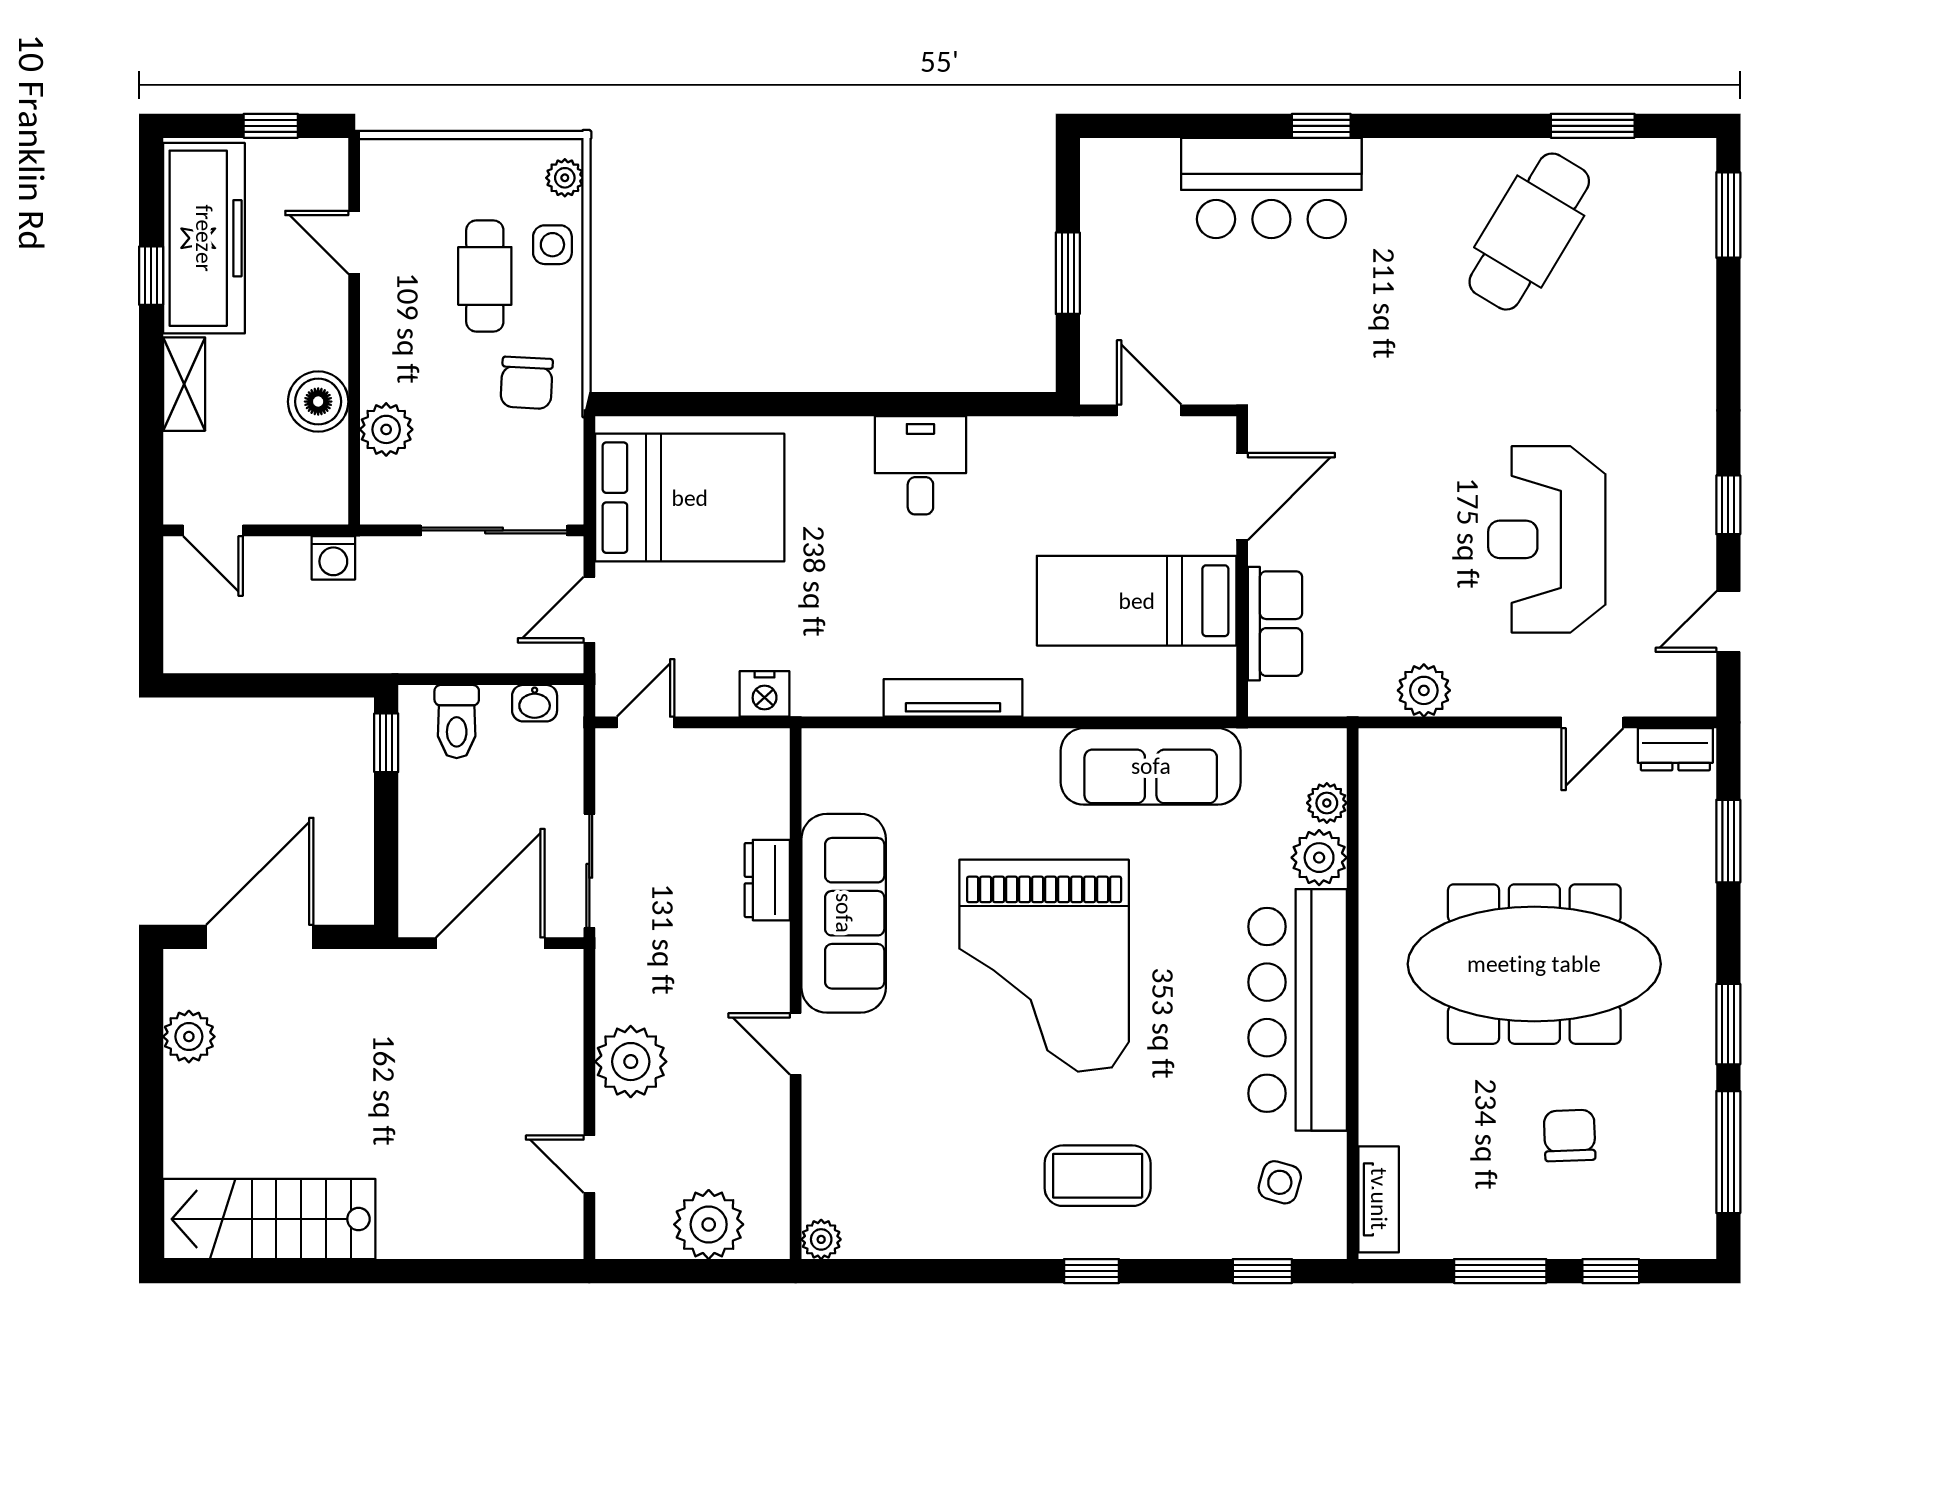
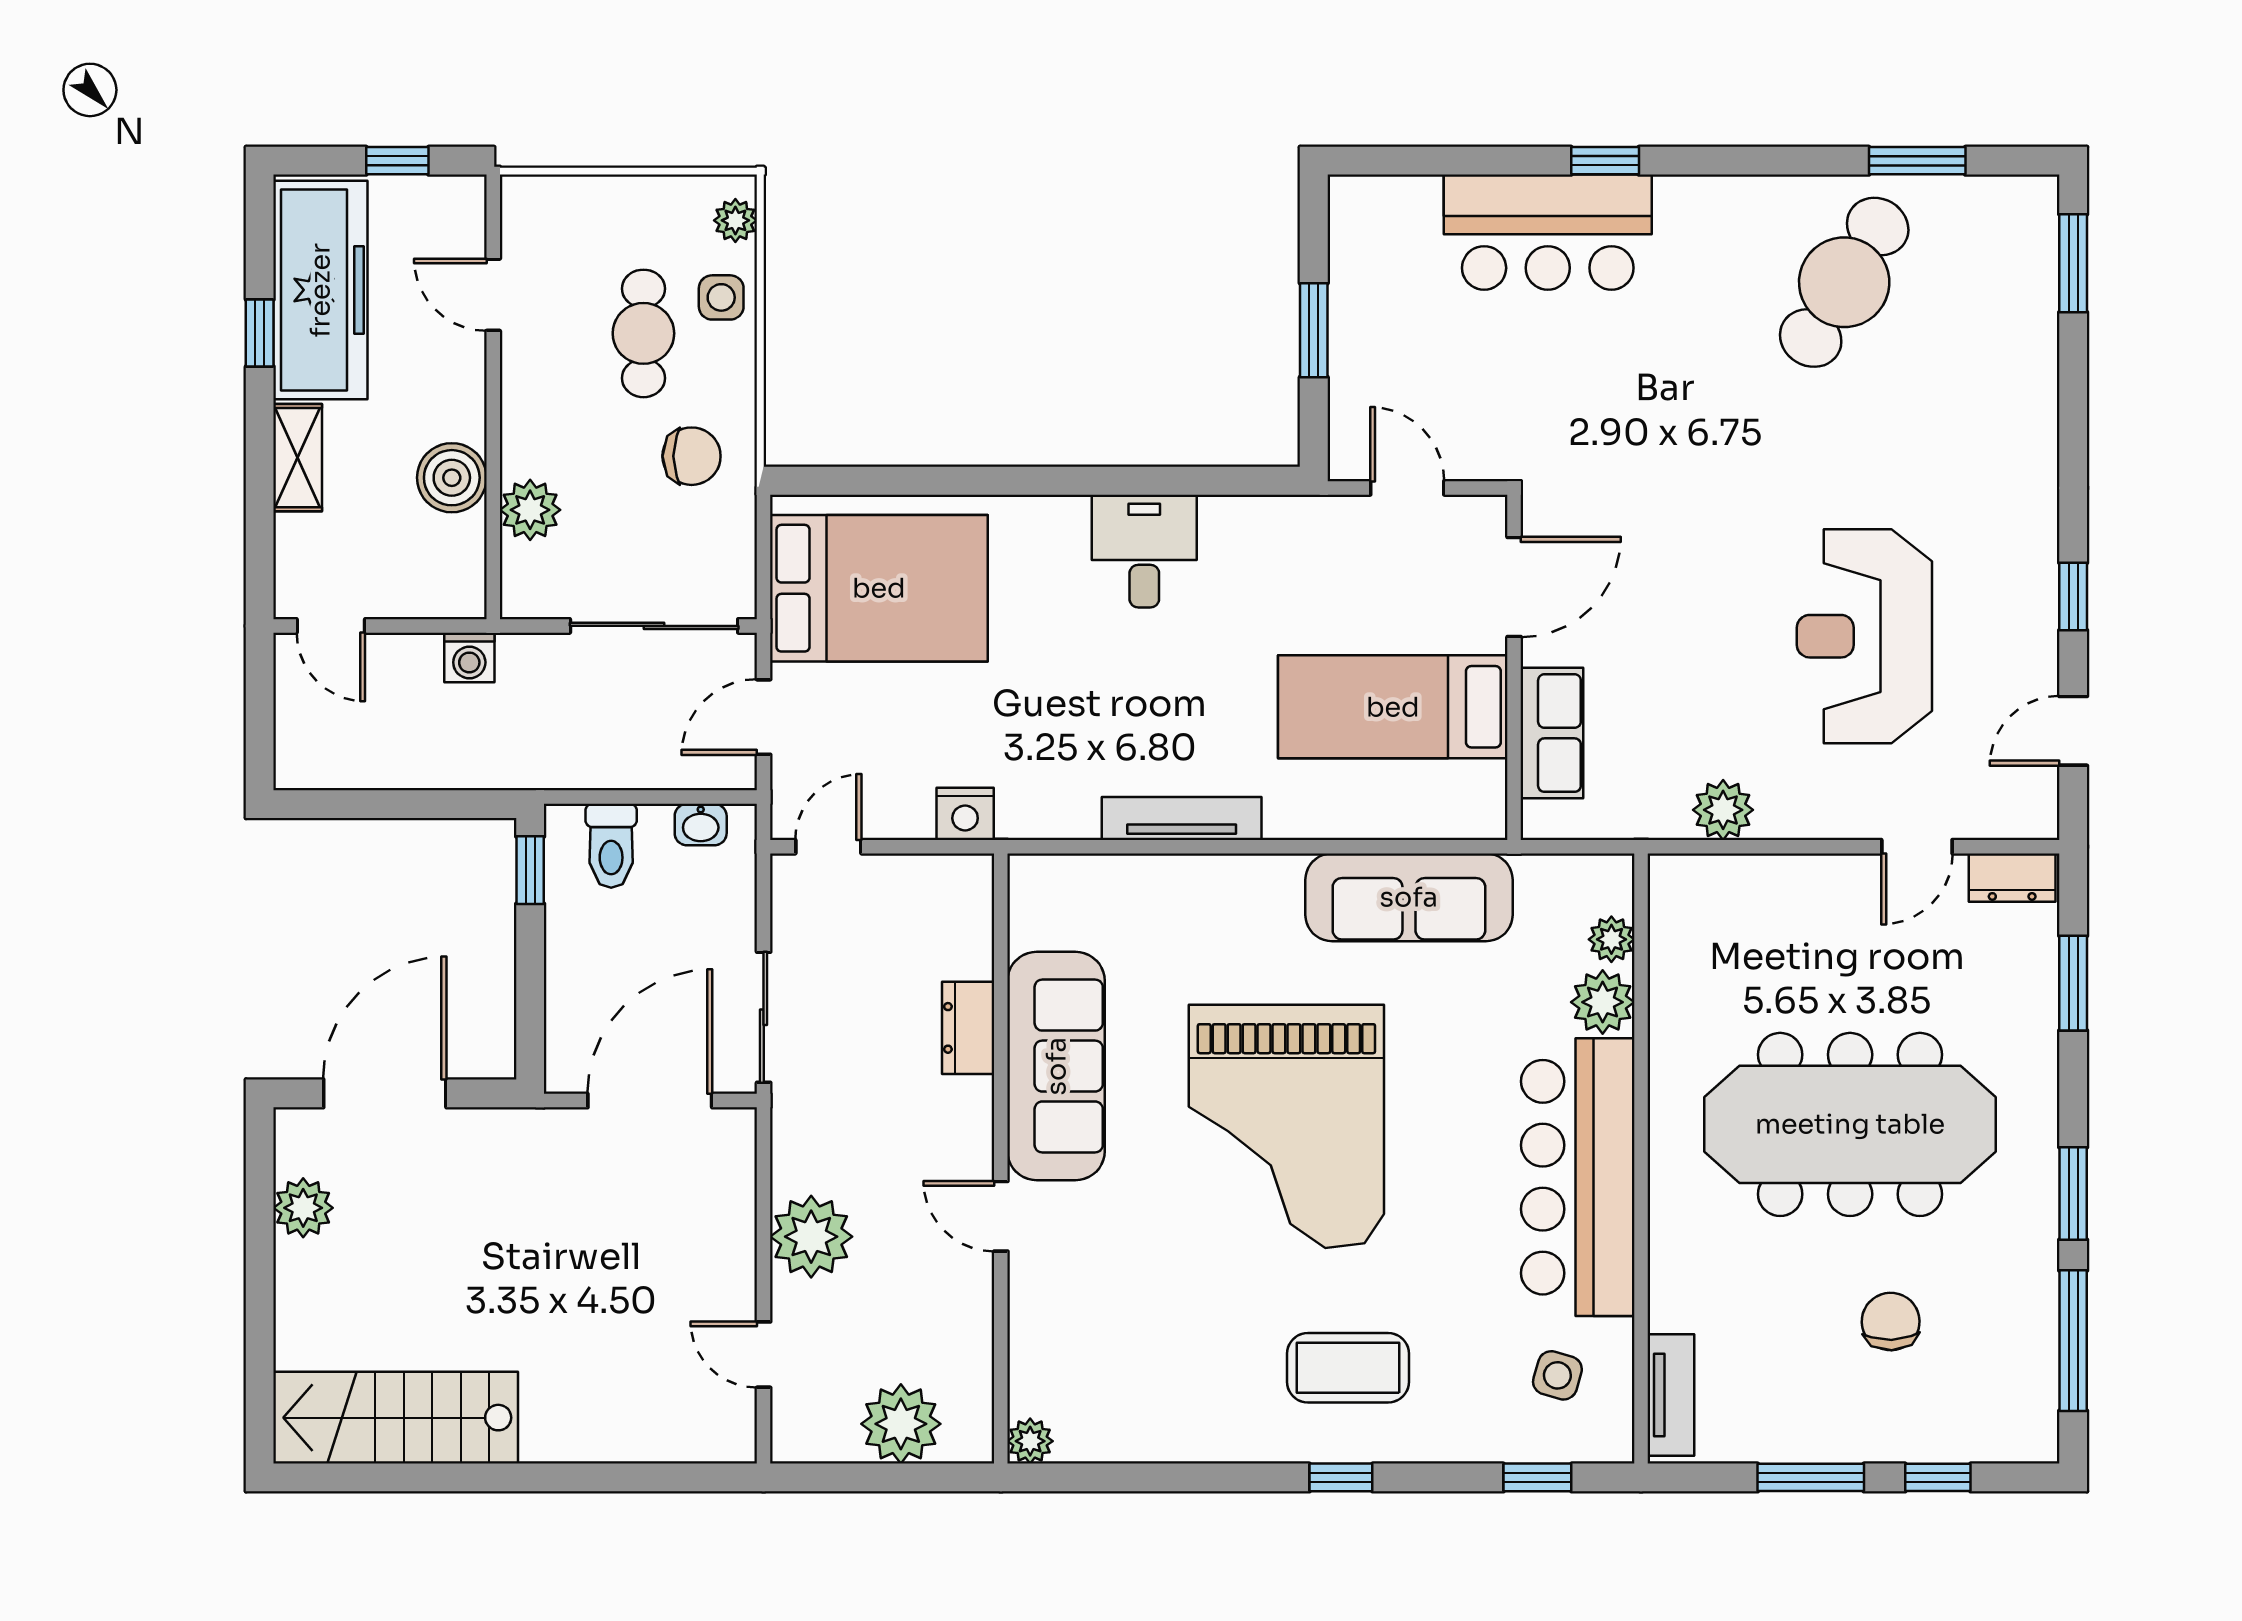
chair: (527, 383) -> (692, 456), turned -93

